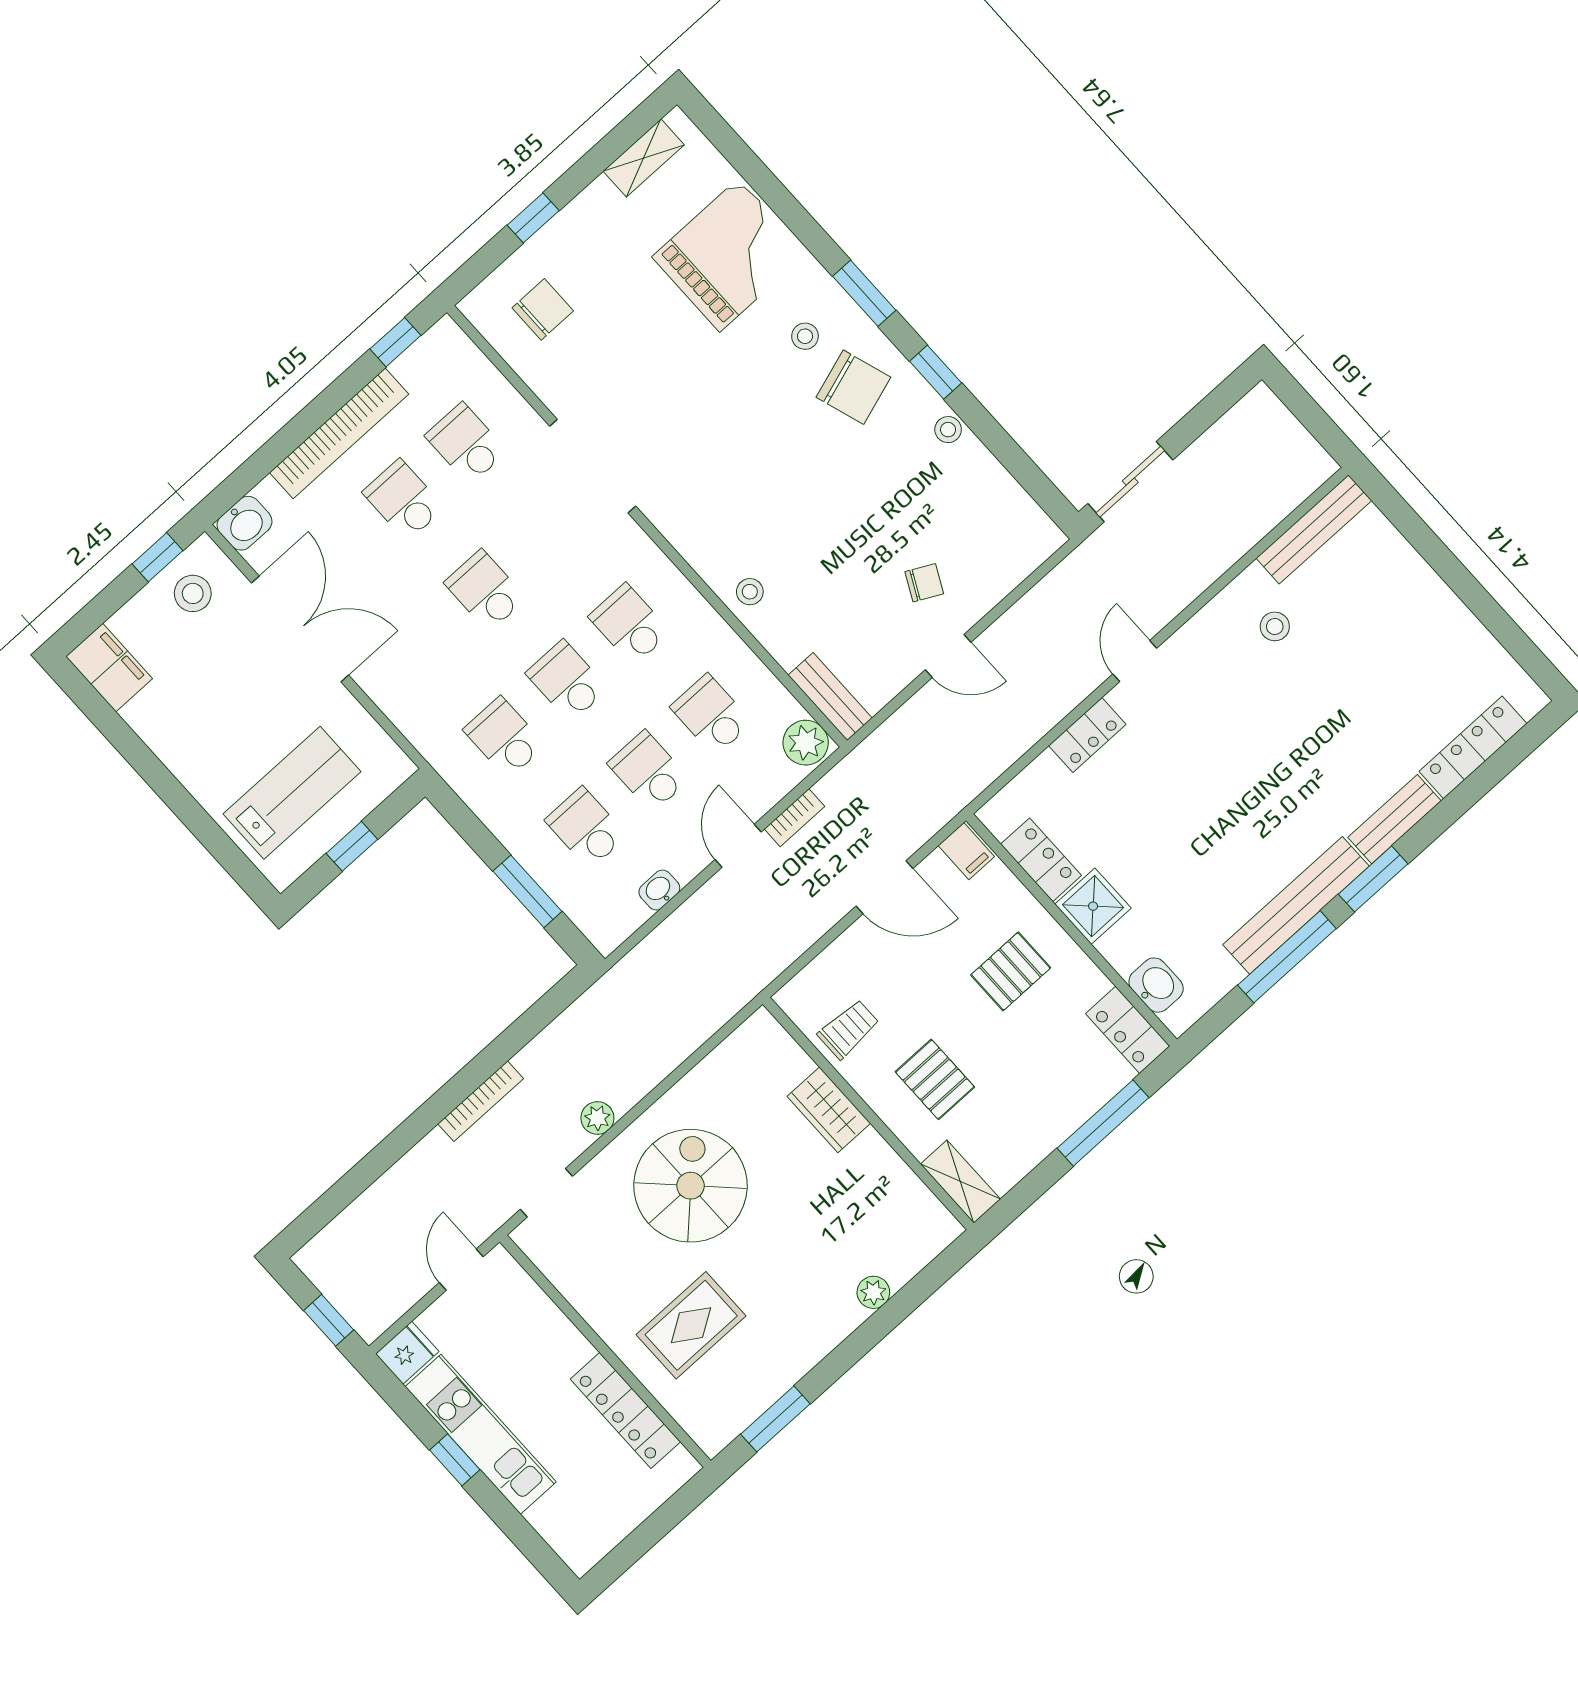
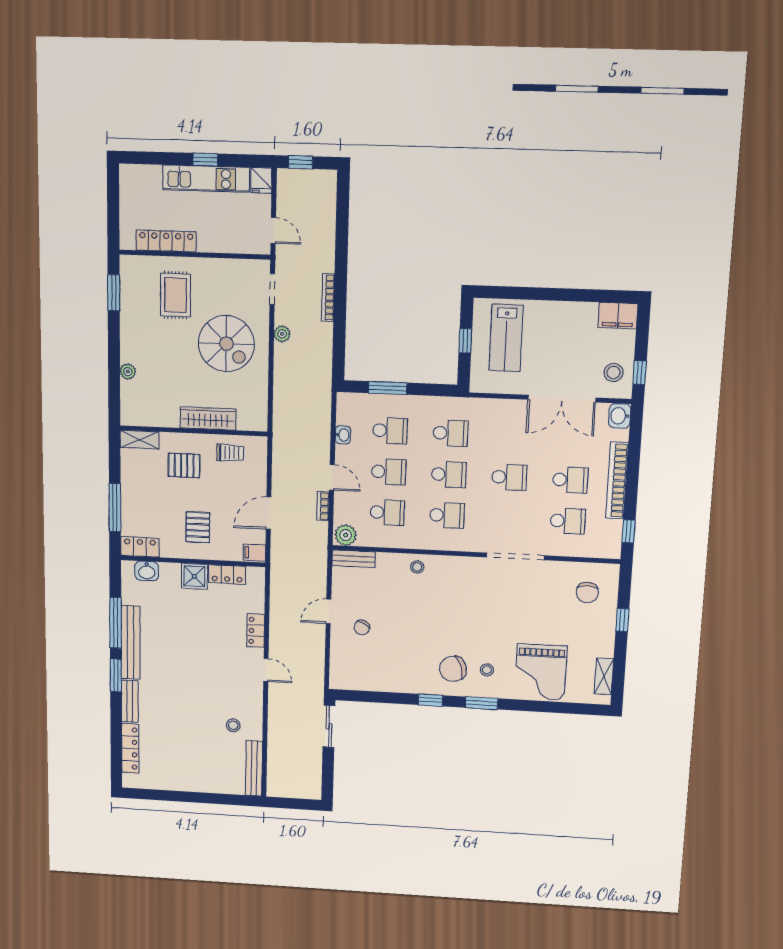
stool: (948, 430) -> (407, 685), removed
trolley: (848, 1029) -> (230, 453), turned -90
wardrobe: (829, 1110) -> (208, 418), width x1.50

